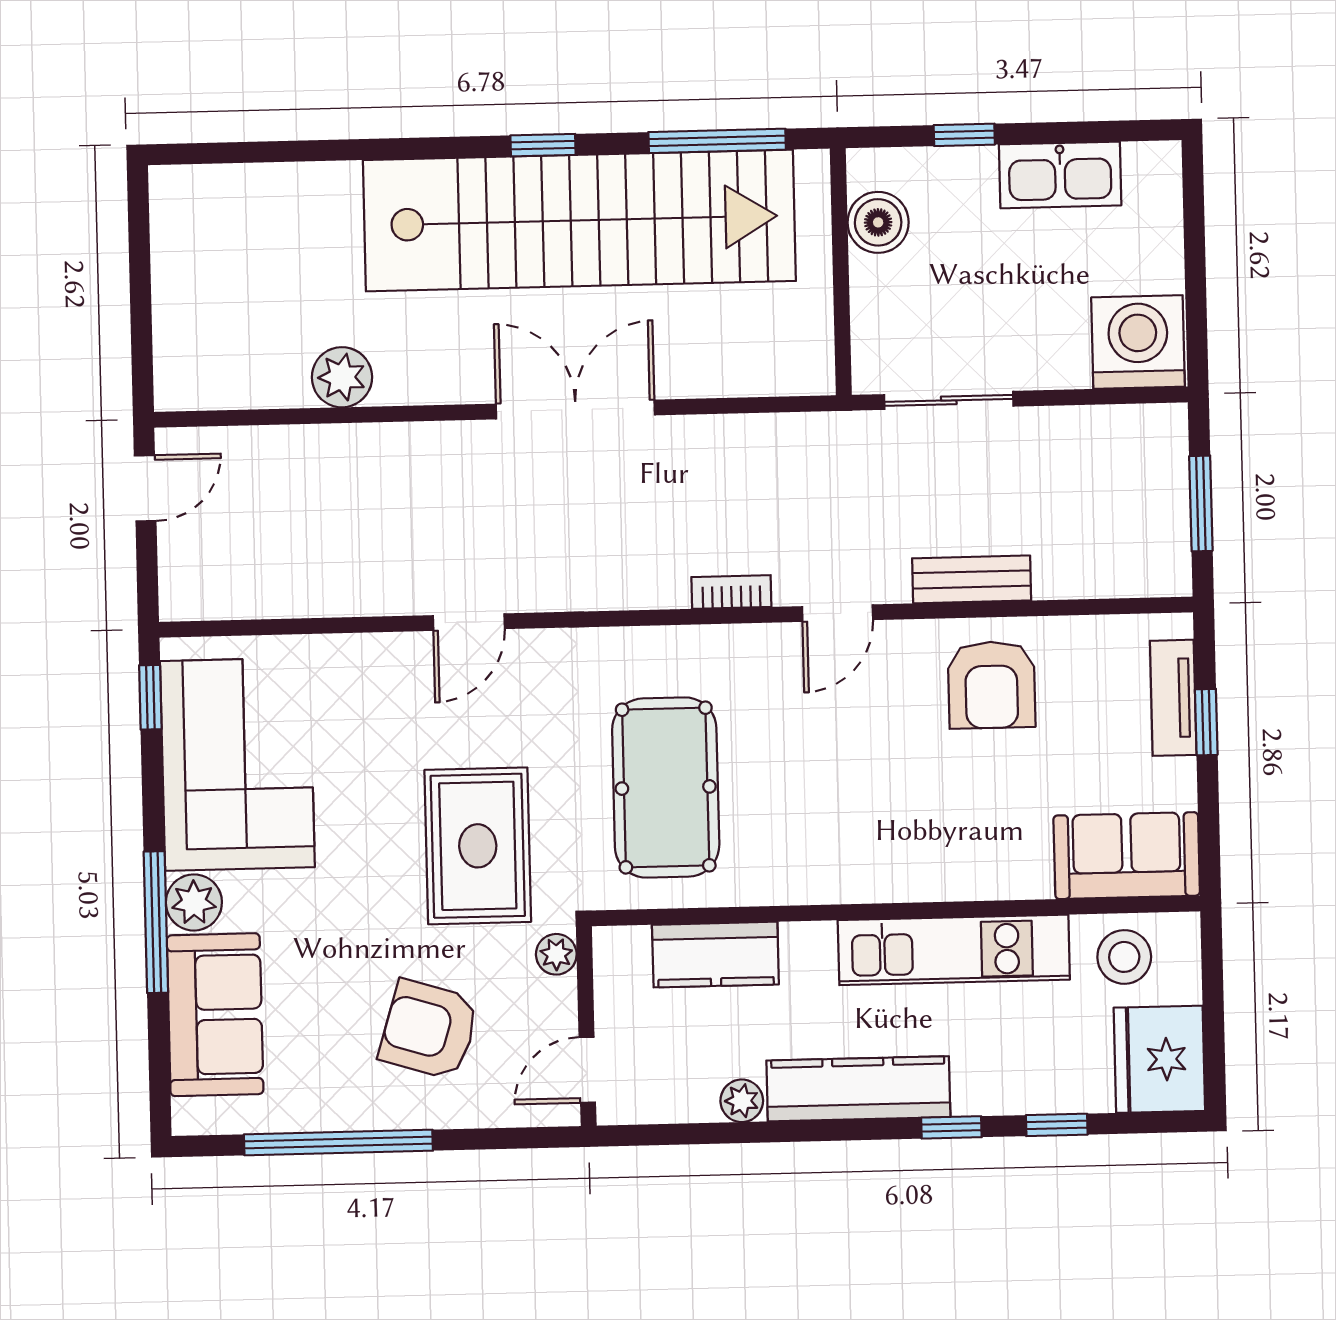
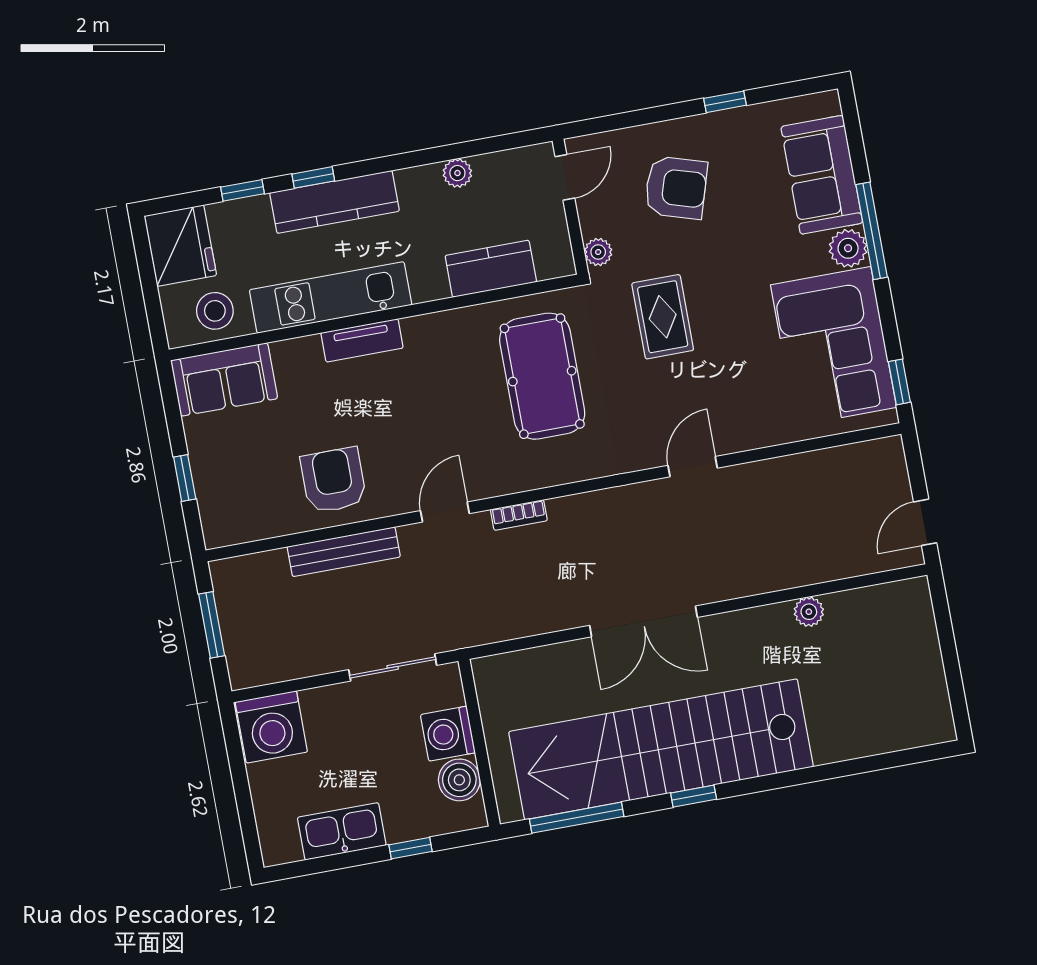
washing machine: (884, 292) -> (448, 734), added
plant: (342, 377) -> (809, 612), width x0.73, depth x0.73
bench: (972, 579) -> (344, 552), width x1.36
tv unit: (1173, 698) -> (362, 340), moved, turned 90
rug: (478, 846) -> (663, 317), width x0.73, depth x0.70
kitchen counter: (858, 1089) -> (335, 202), moved
window: (338, 1142) -> (725, 102), width x0.32

